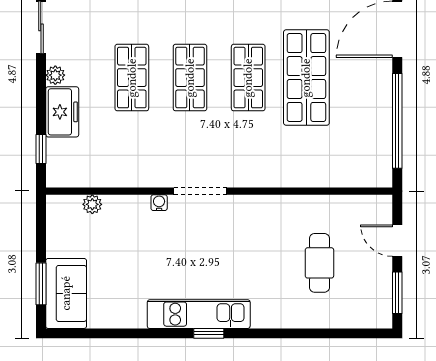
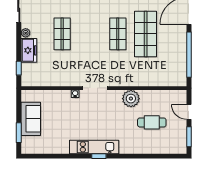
shop shelf: (190, 78) -> (90, 34), removed
plant: (92, 204) -> (131, 99), moved, width x1.87, depth x1.87
cafe table: (319, 263) -> (152, 122), turned 90
sofa: (66, 293) -> (31, 119), moved

